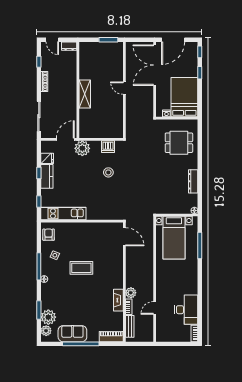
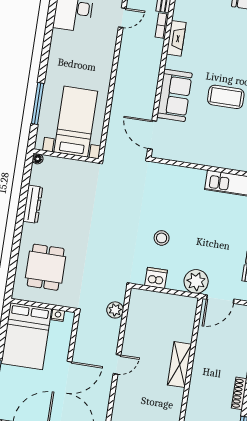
door: (124, 88) -> (117, 364), hinge flipped
dining table: (179, 143) -> (46, 267), turned 90
sofa: (114, 264) -> (174, 95), added
plant: (131, 293) -> (115, 310), moved

